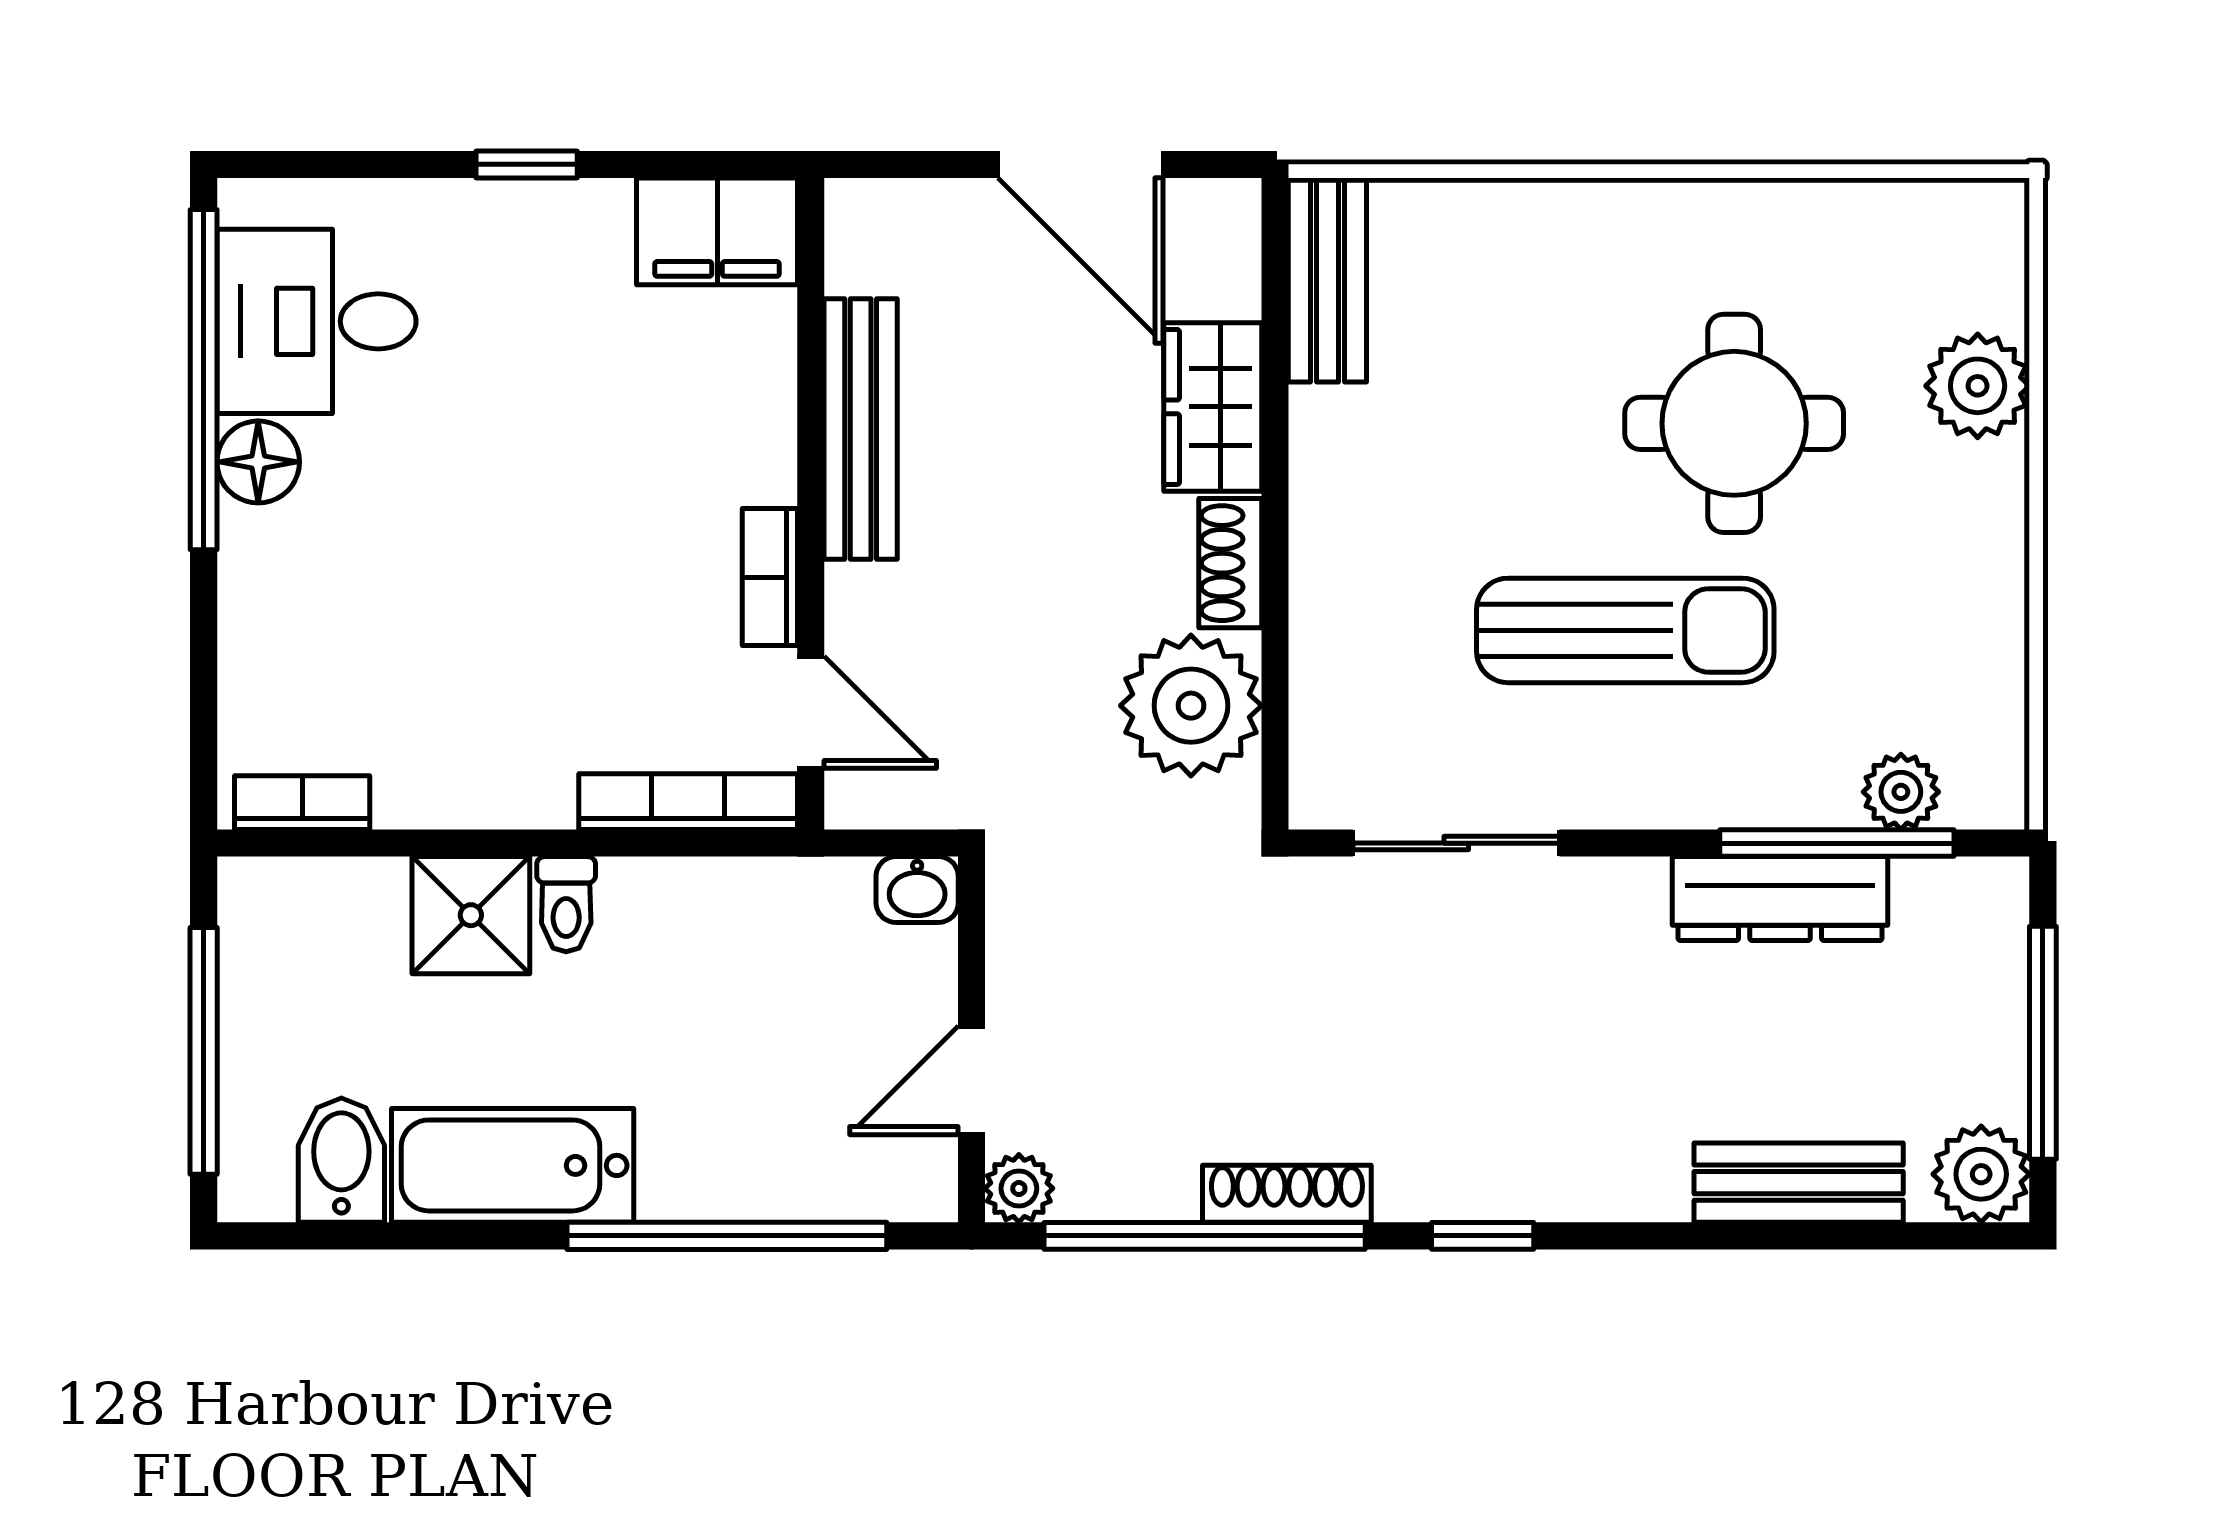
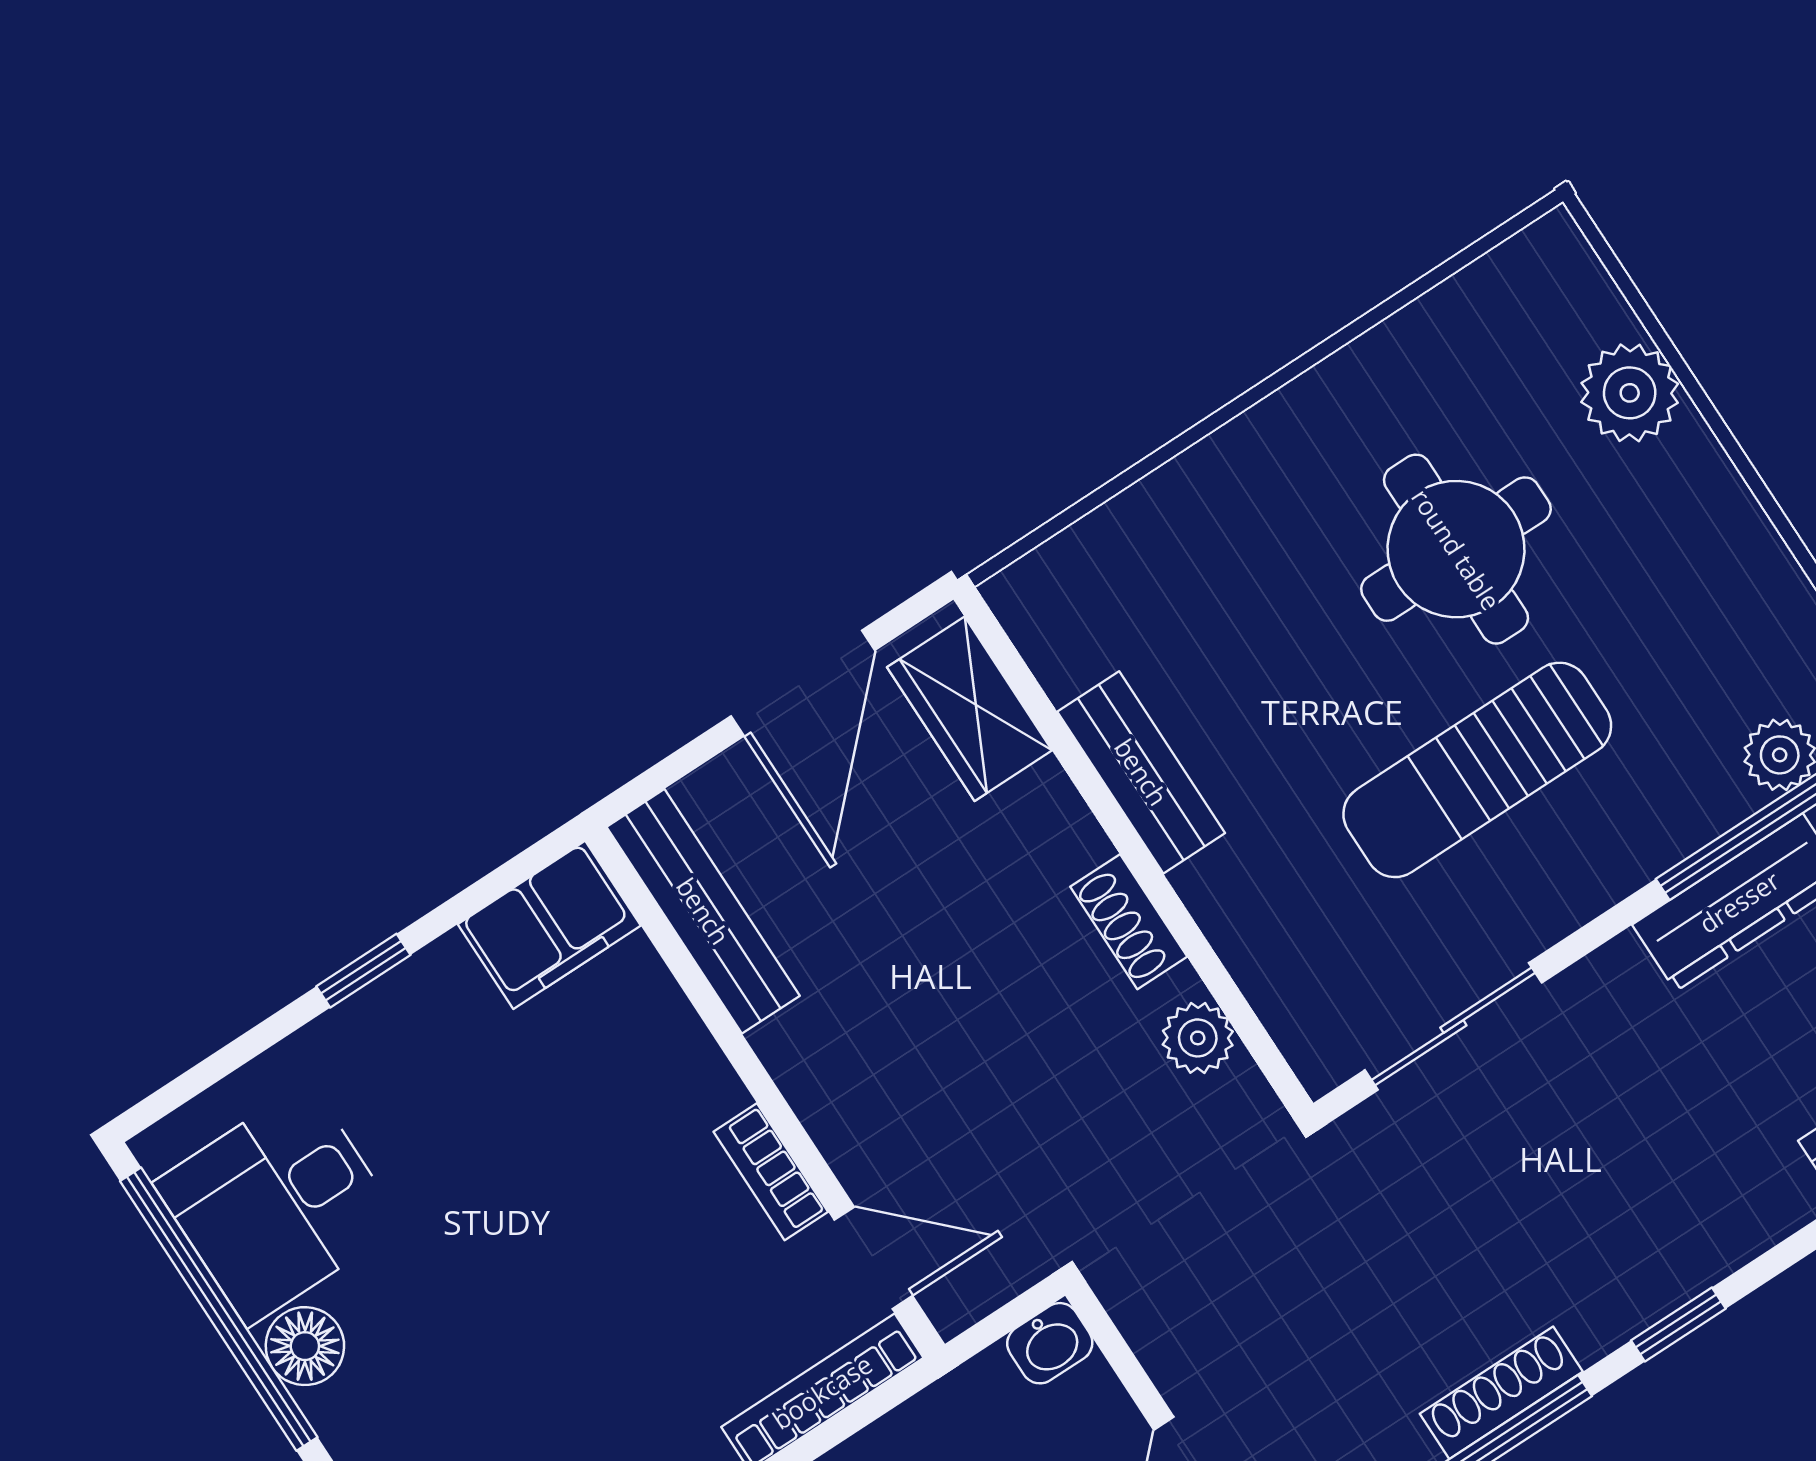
door: (1080, 164) -> (803, 683), hinge flipped
bench: (1327, 280) -> (1141, 772), moved
wardrobe: (1213, 407) -> (970, 709), moved
bench: (861, 429) -> (703, 911), moved
sun lounger: (1625, 630) -> (1477, 770), turned 180
plant: (1191, 706) -> (1198, 1038), width x0.53, depth x0.53

